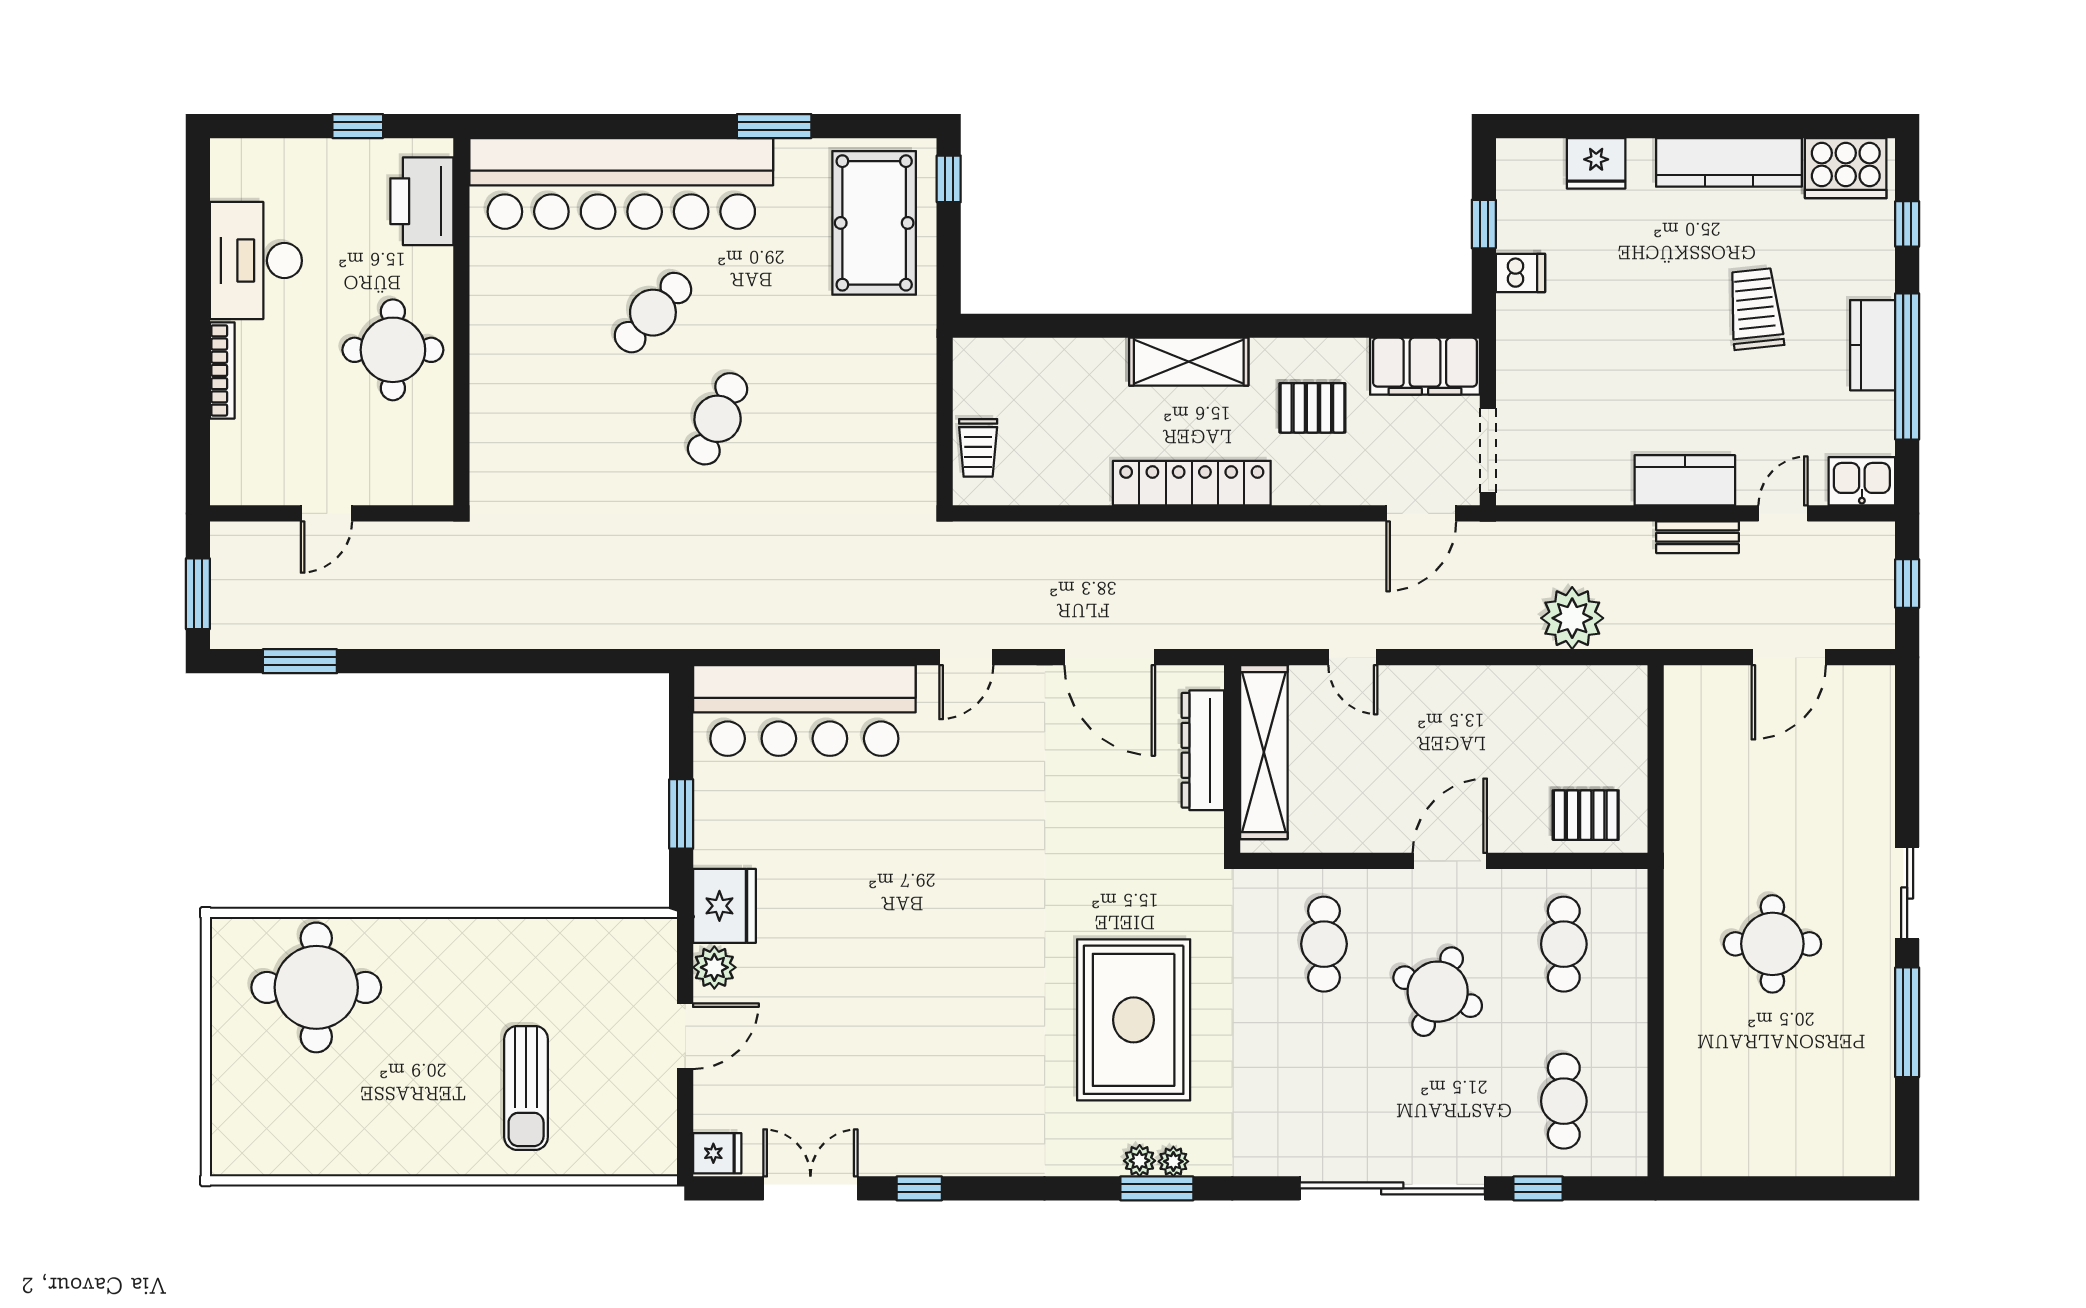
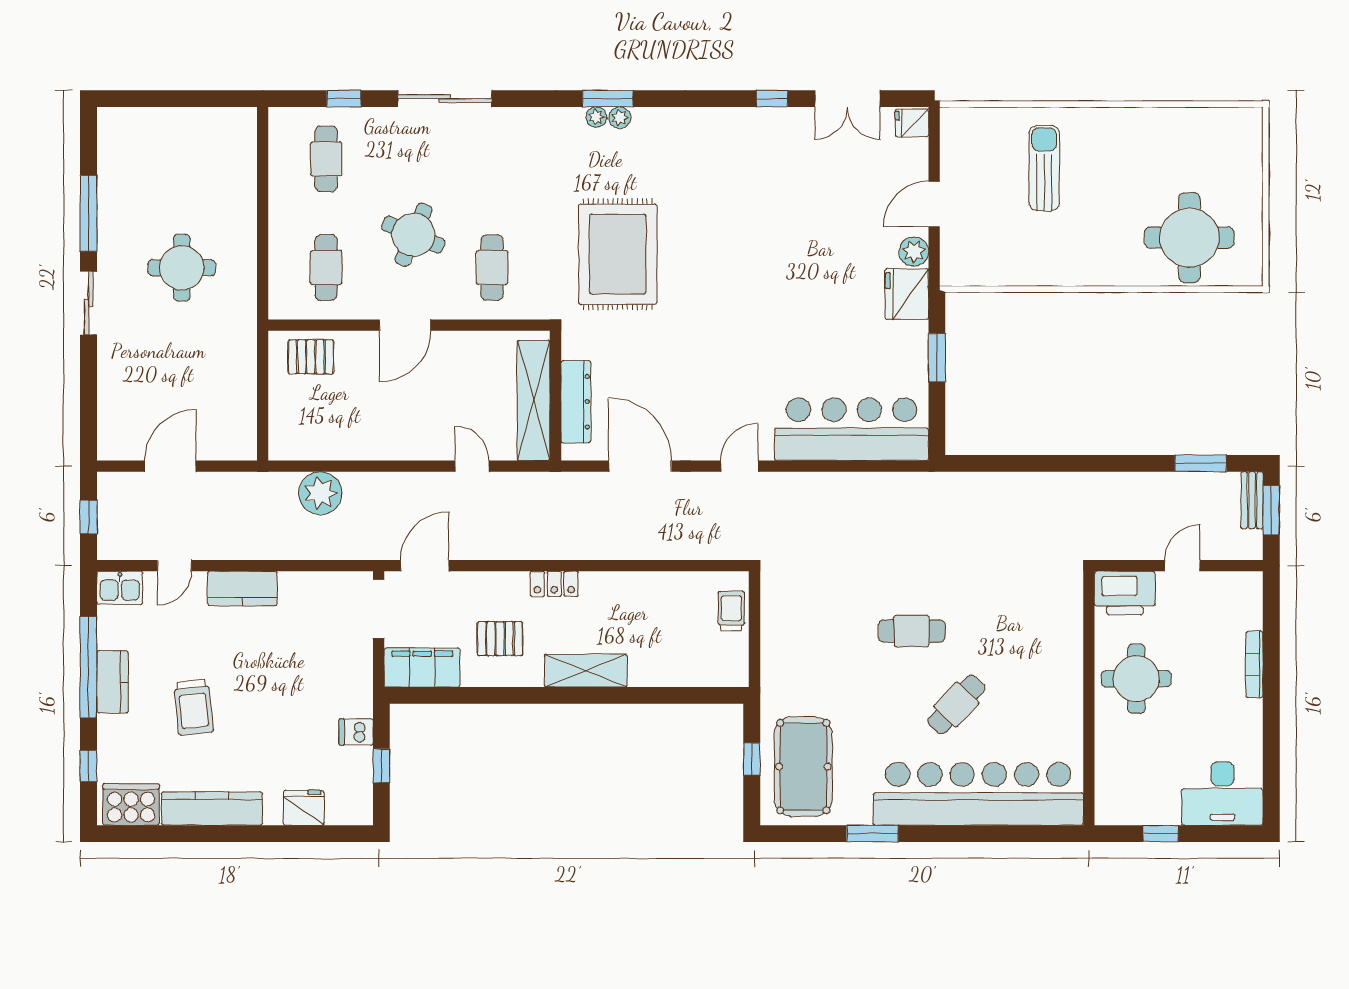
window: (949, 179) -> (752, 759), moved
printer: (422, 201) -> (1125, 593), moved, turned 90
desk: (256, 261) -> (1222, 793), moved, turned 90
cafe table: (718, 419) -> (912, 631), turned 66
locker: (1192, 483) -> (554, 584), width x0.46, depth x0.83
bench: (1698, 537) -> (1252, 500), moved, turned 90
rug: (1134, 1020) -> (618, 254), moved
sliding door: (1392, 1188) -> (445, 99), width x0.73

